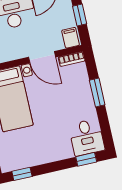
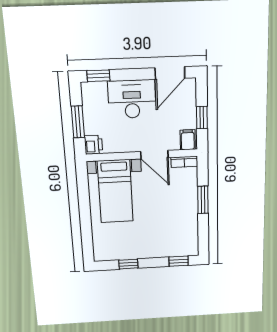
desk: (87, 137) -> (183, 241), removed
window: (22, 174) -> (128, 264), moved

